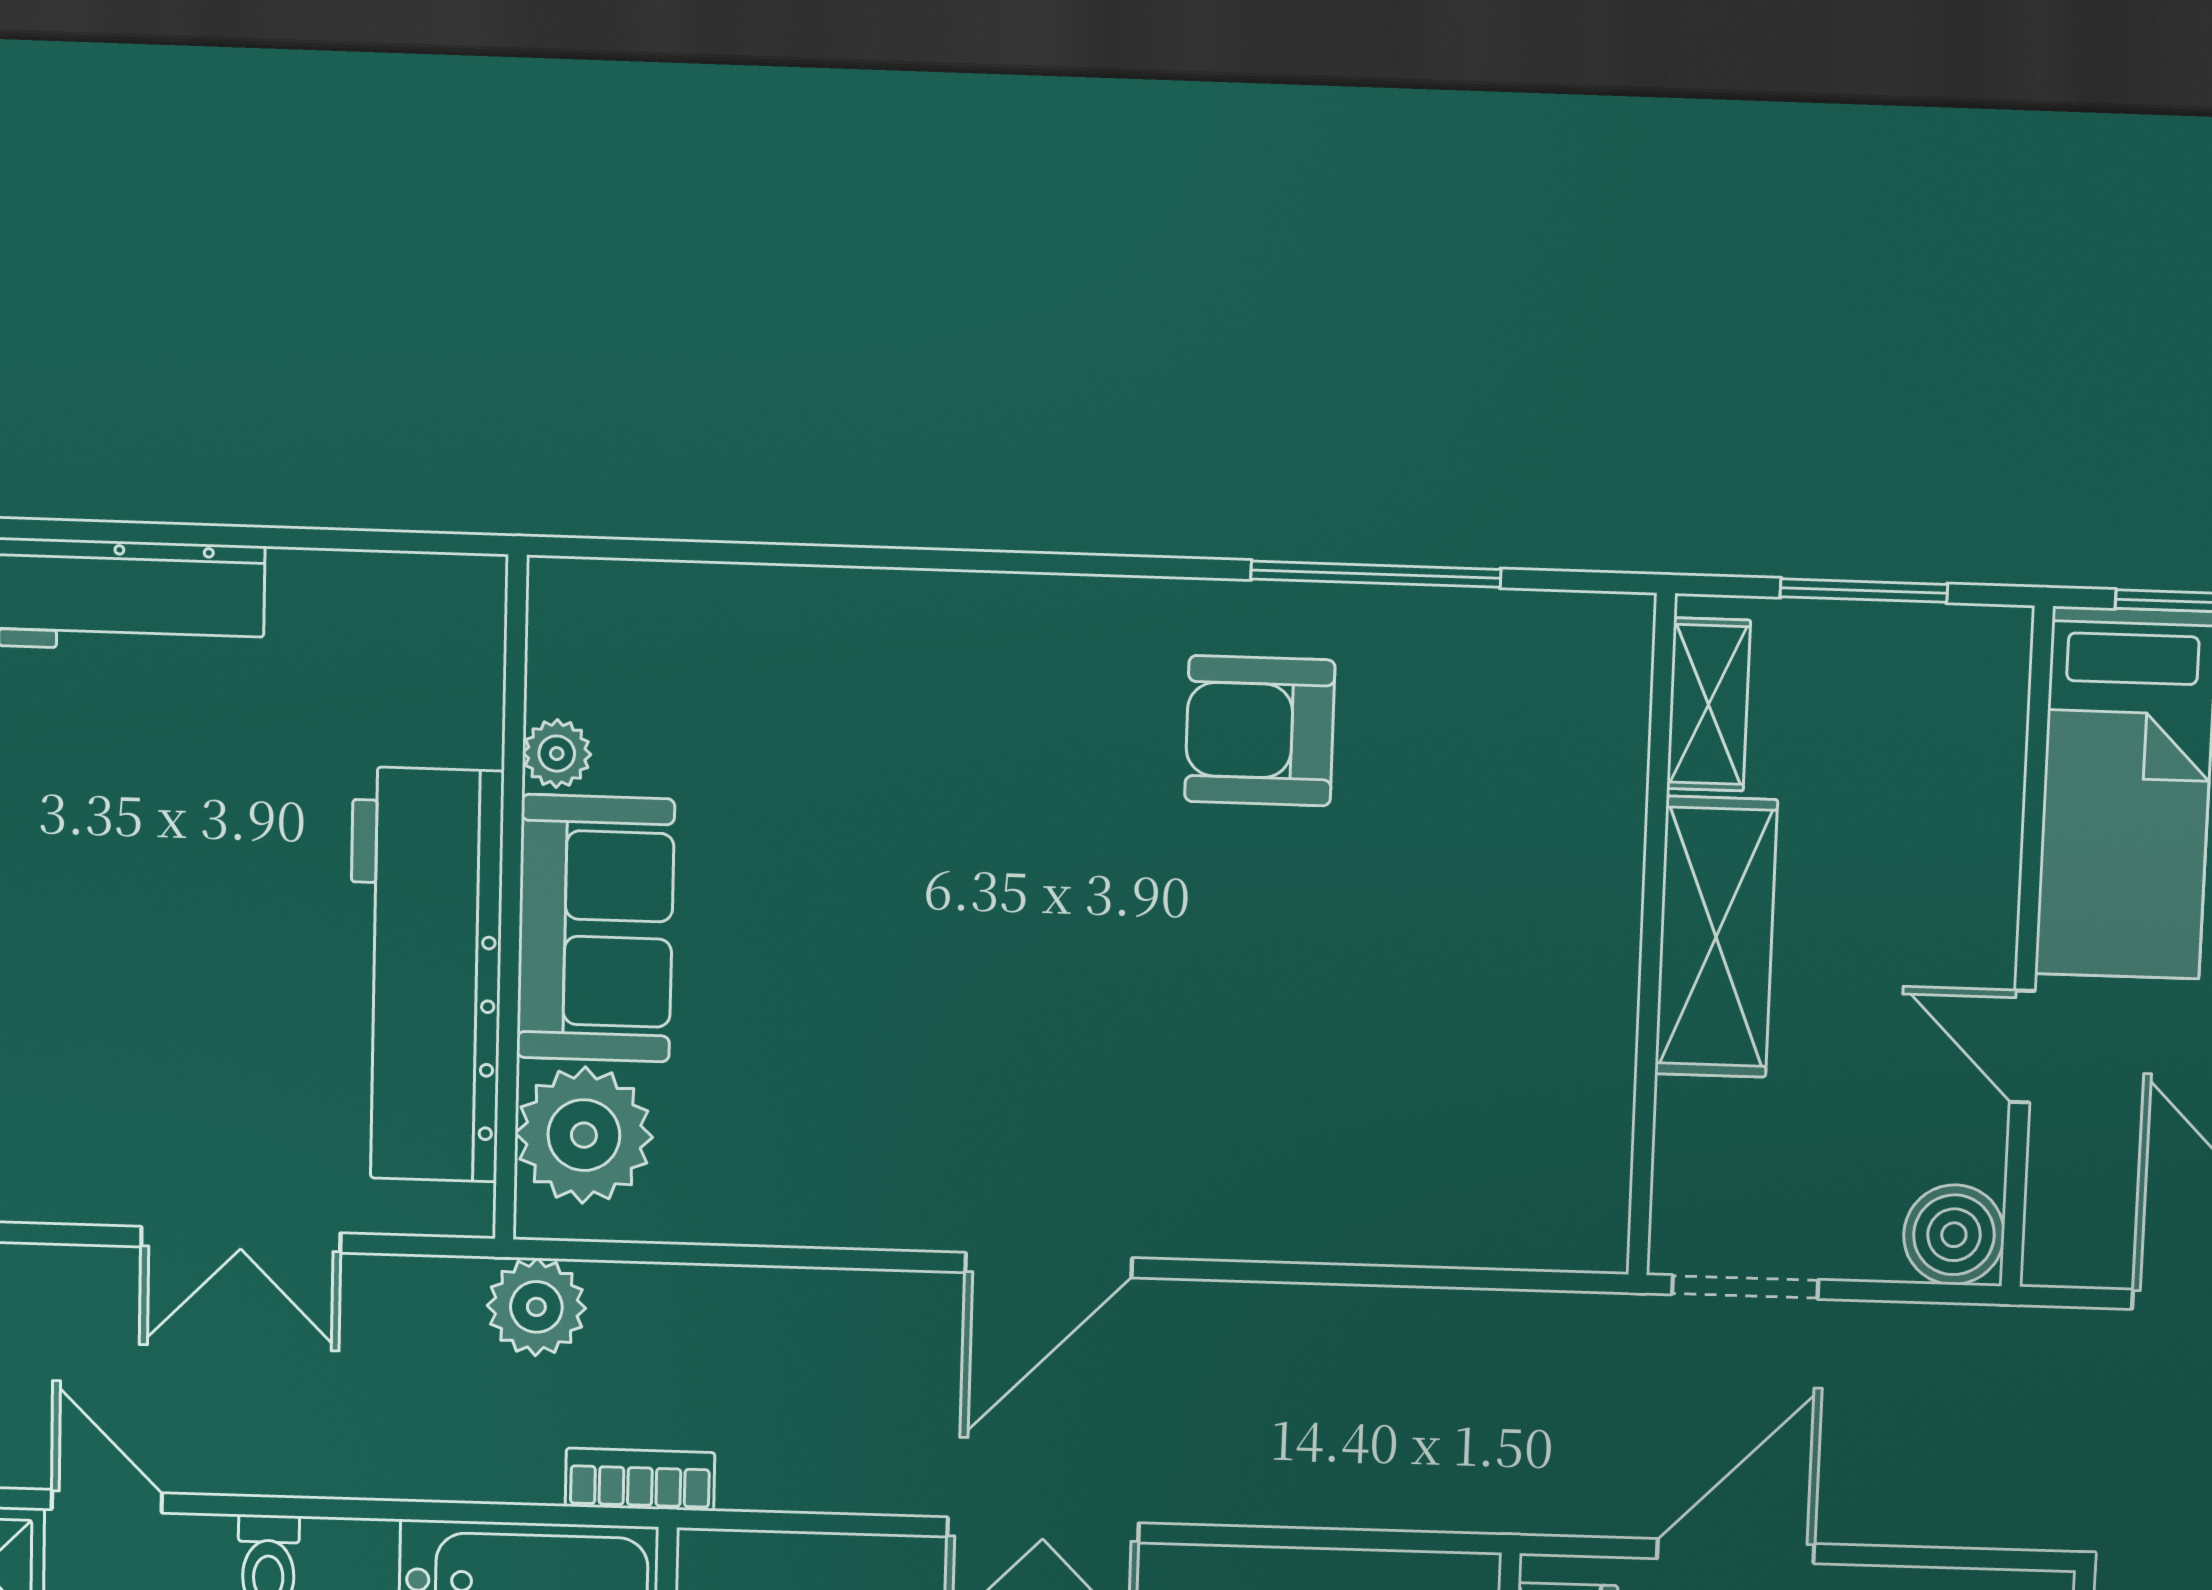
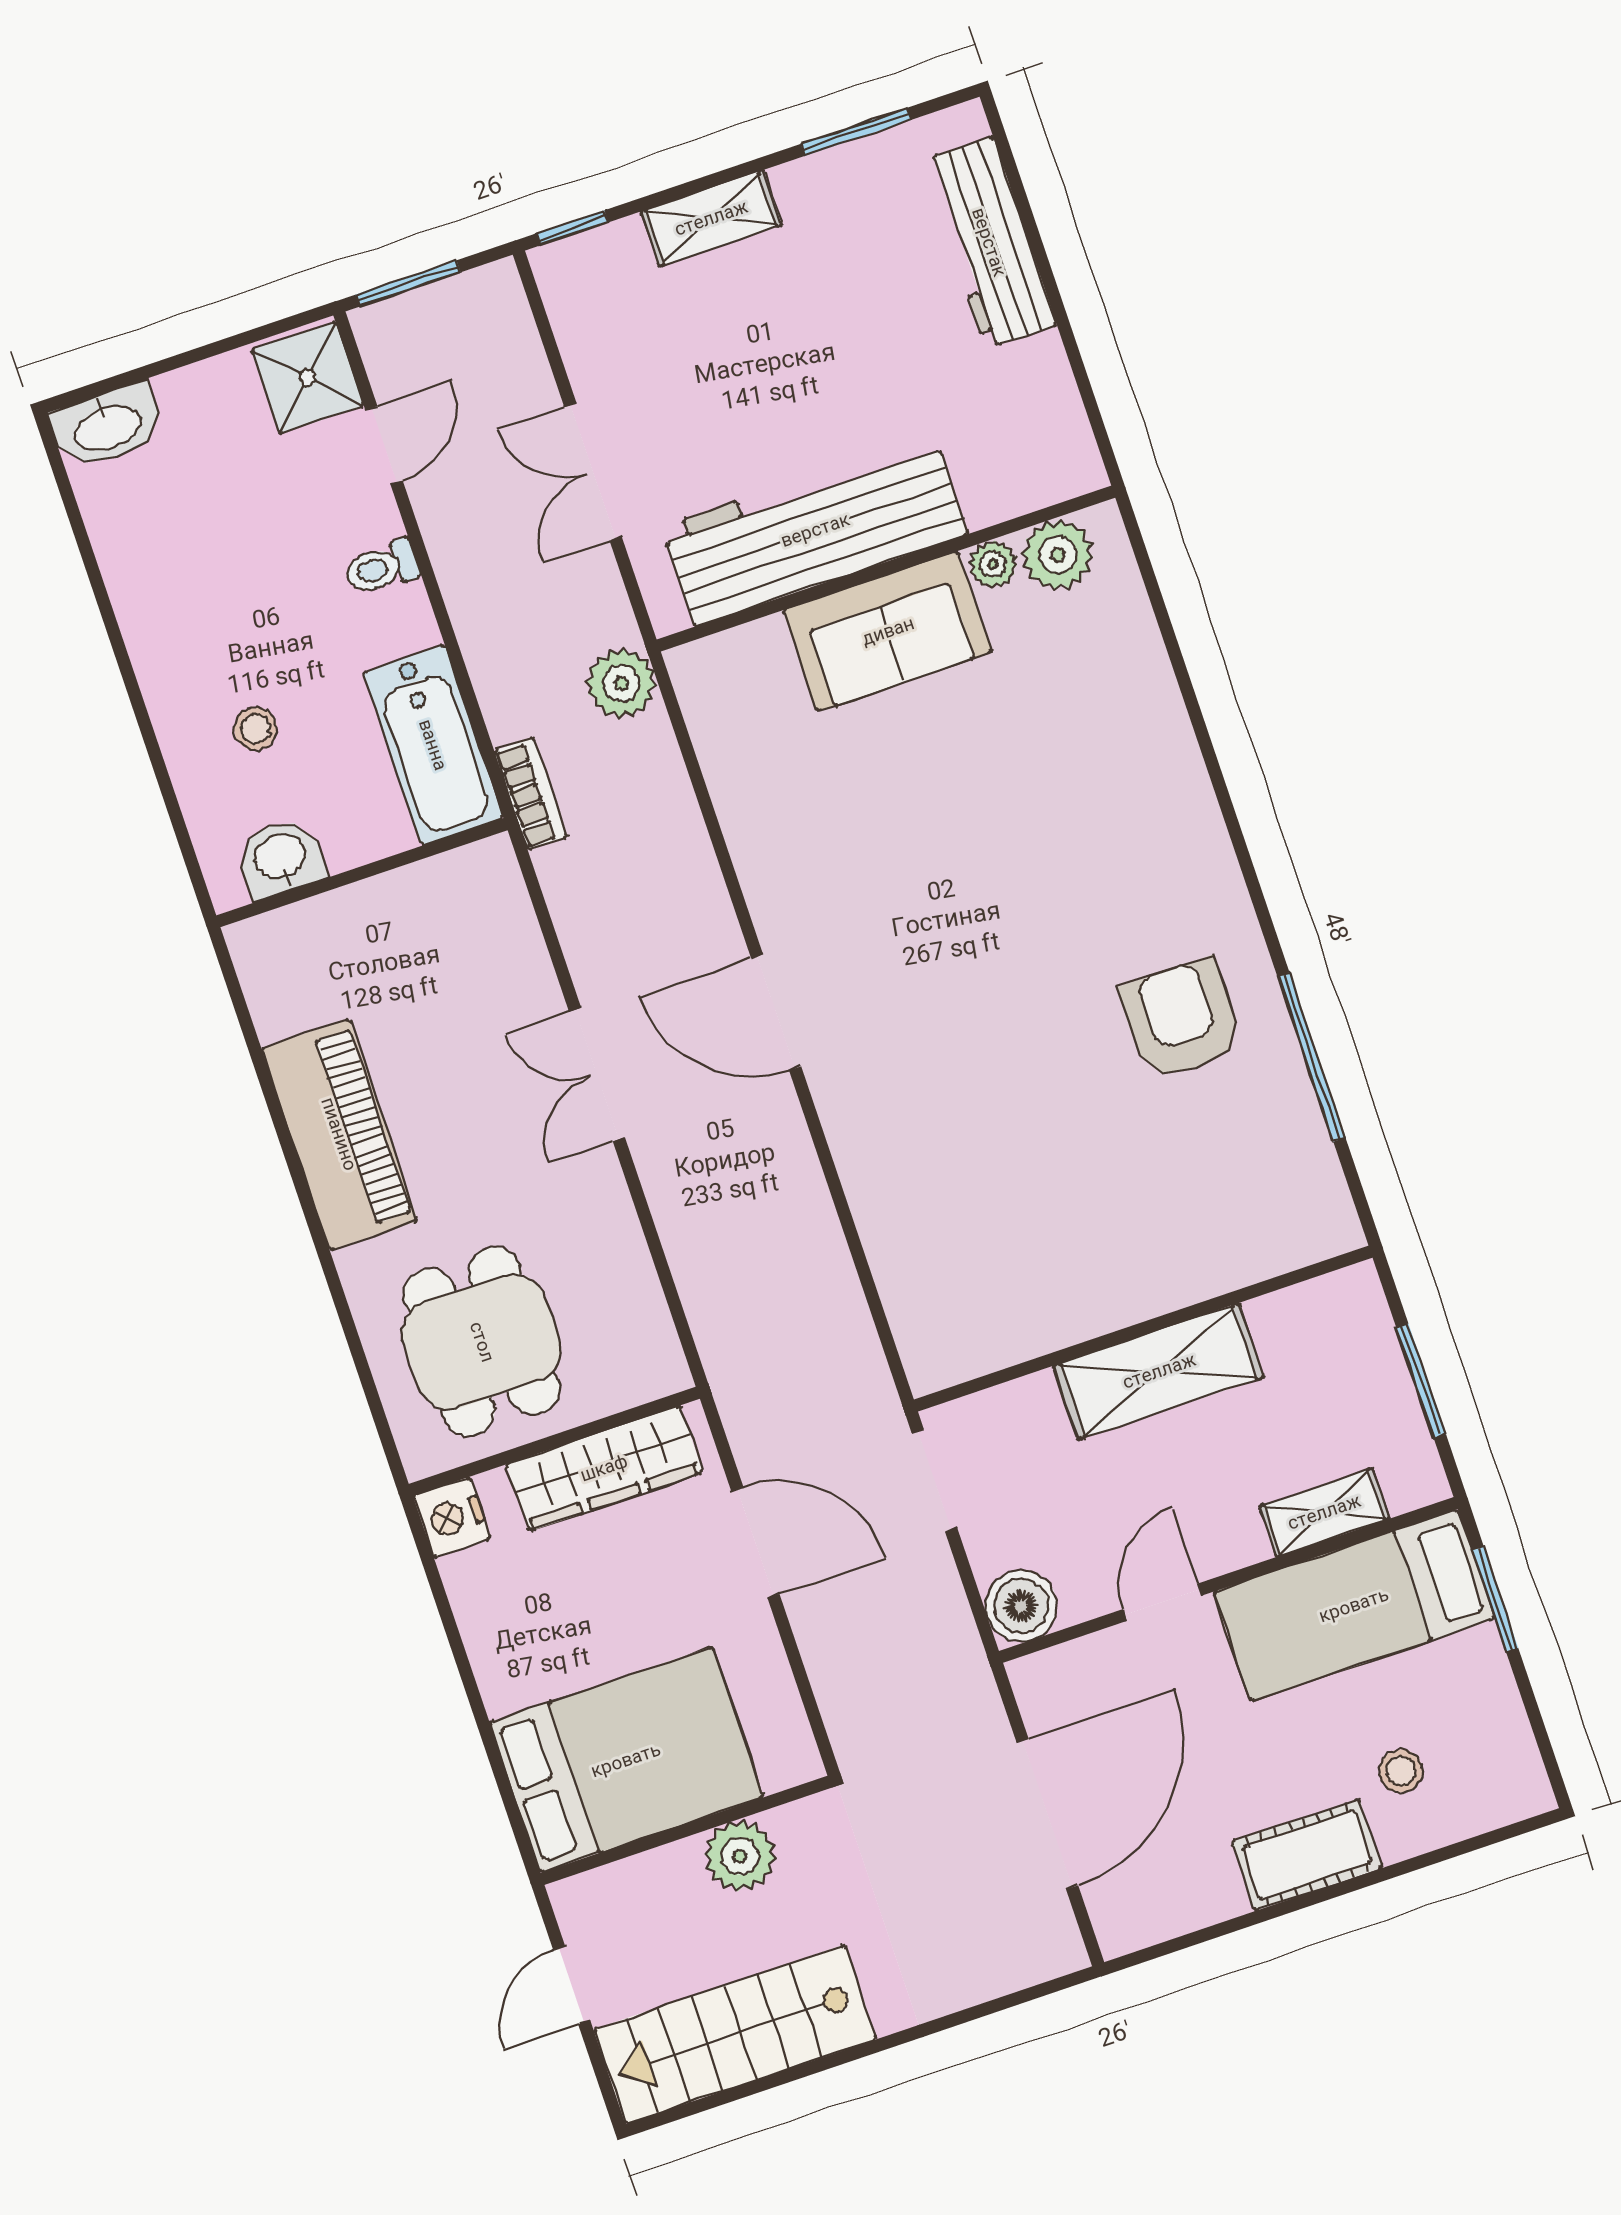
shelving: (1709, 704) -> (1324, 1512), moved
plant: (584, 1135) -> (1058, 555), moved, width x0.73, depth x0.73

